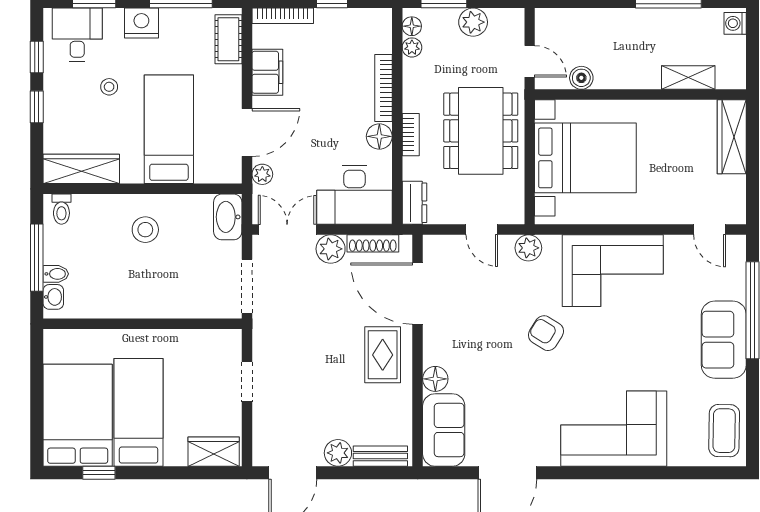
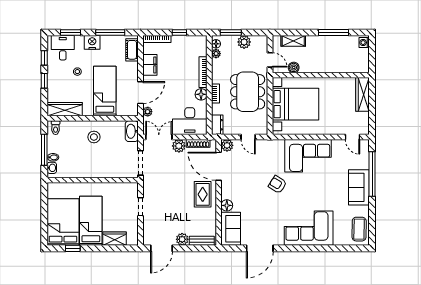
shelving: (688, 78) -> (293, 41), moved
plant: (528, 248) -> (227, 145), moved
wardrobe: (214, 452) -> (115, 239), moved

